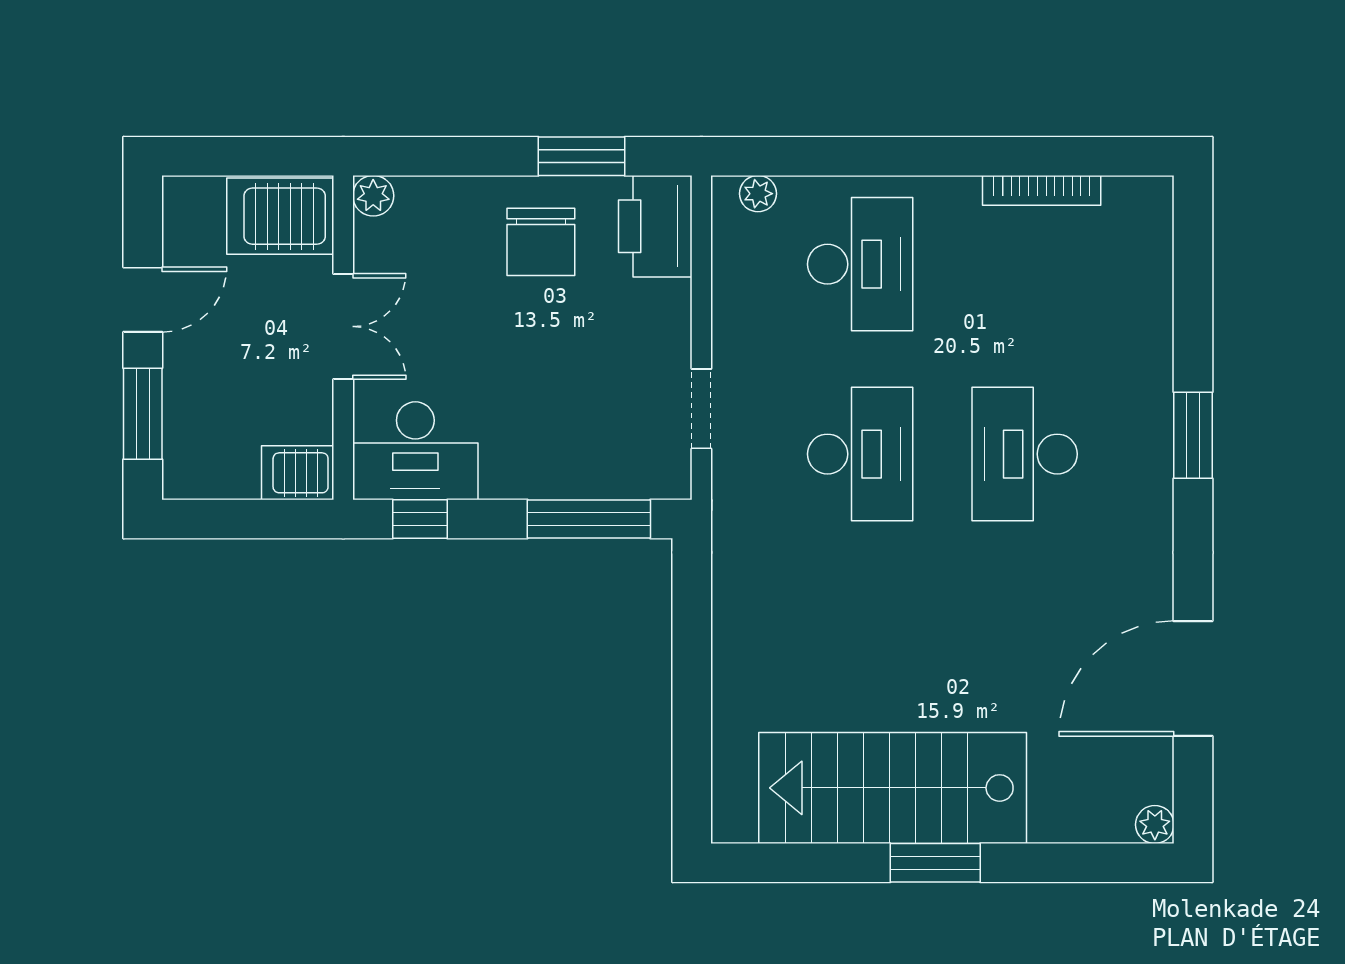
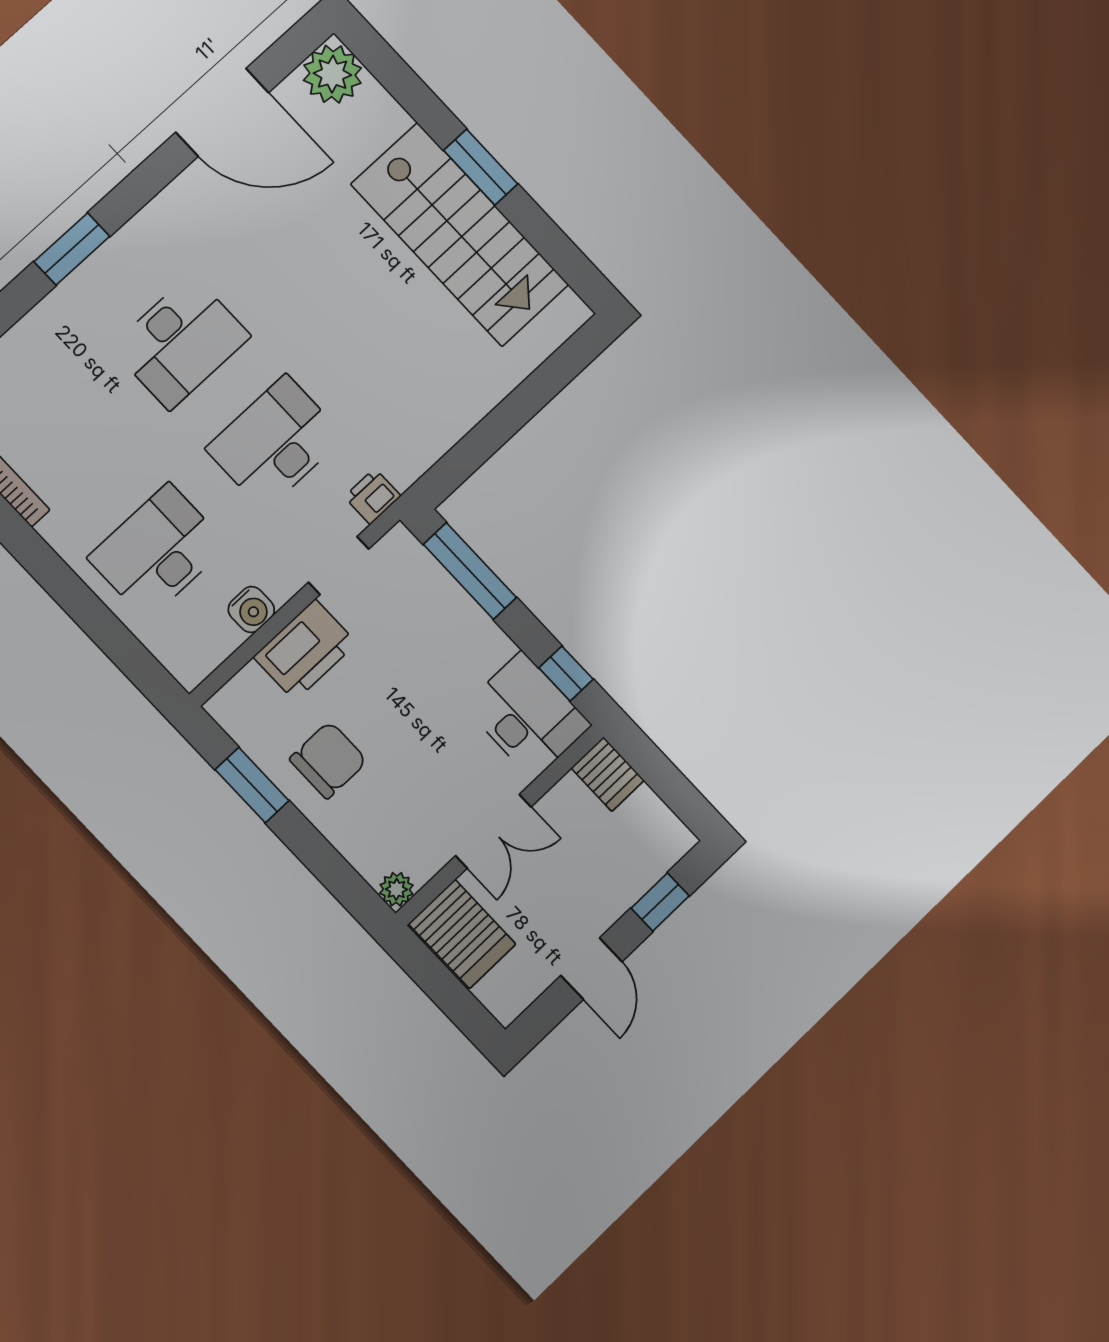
plant: (758, 194) -> (173, 655), removed
printer: (655, 226) -> (305, 650), moved
water cooler: (734, 298) -> (251, 609), added
door: (143, 300) -> (591, 969), swing flipped
double door: (343, 326) -> (493, 831), swing flipped
window: (143, 414) -> (660, 902), width x0.67
printer: (734, 495) -> (373, 496), added
plant: (1155, 825) -> (332, 74), width x1.87, depth x1.87

